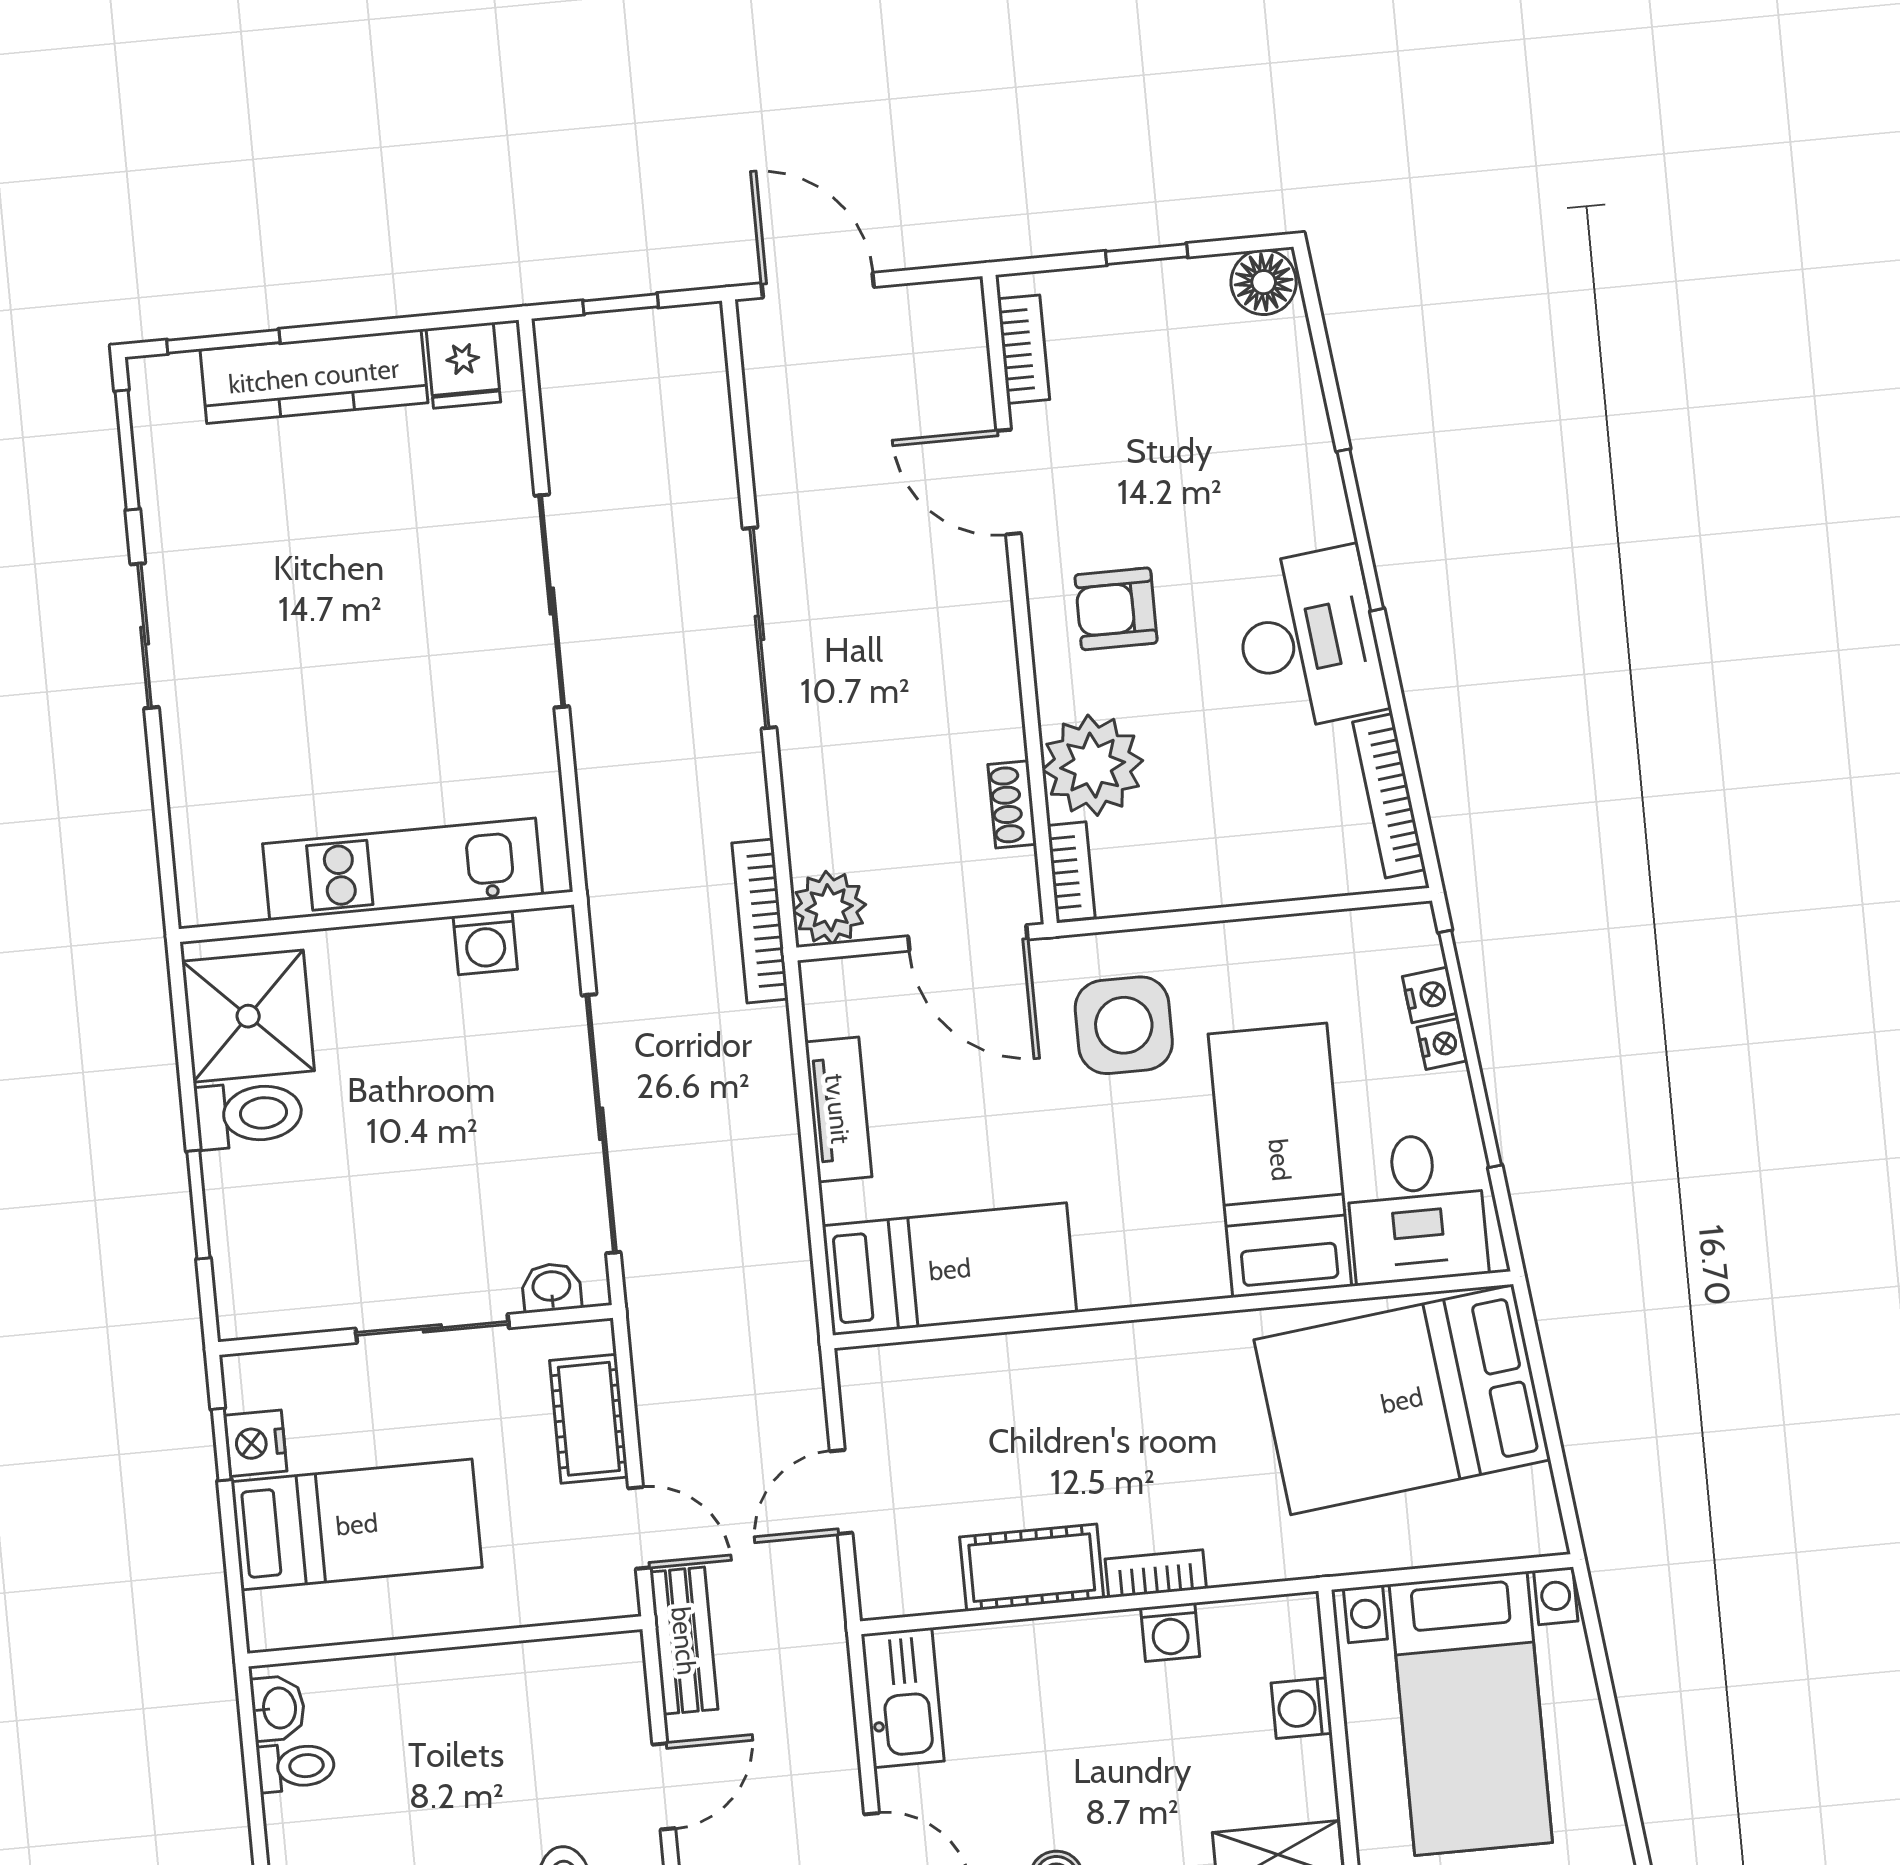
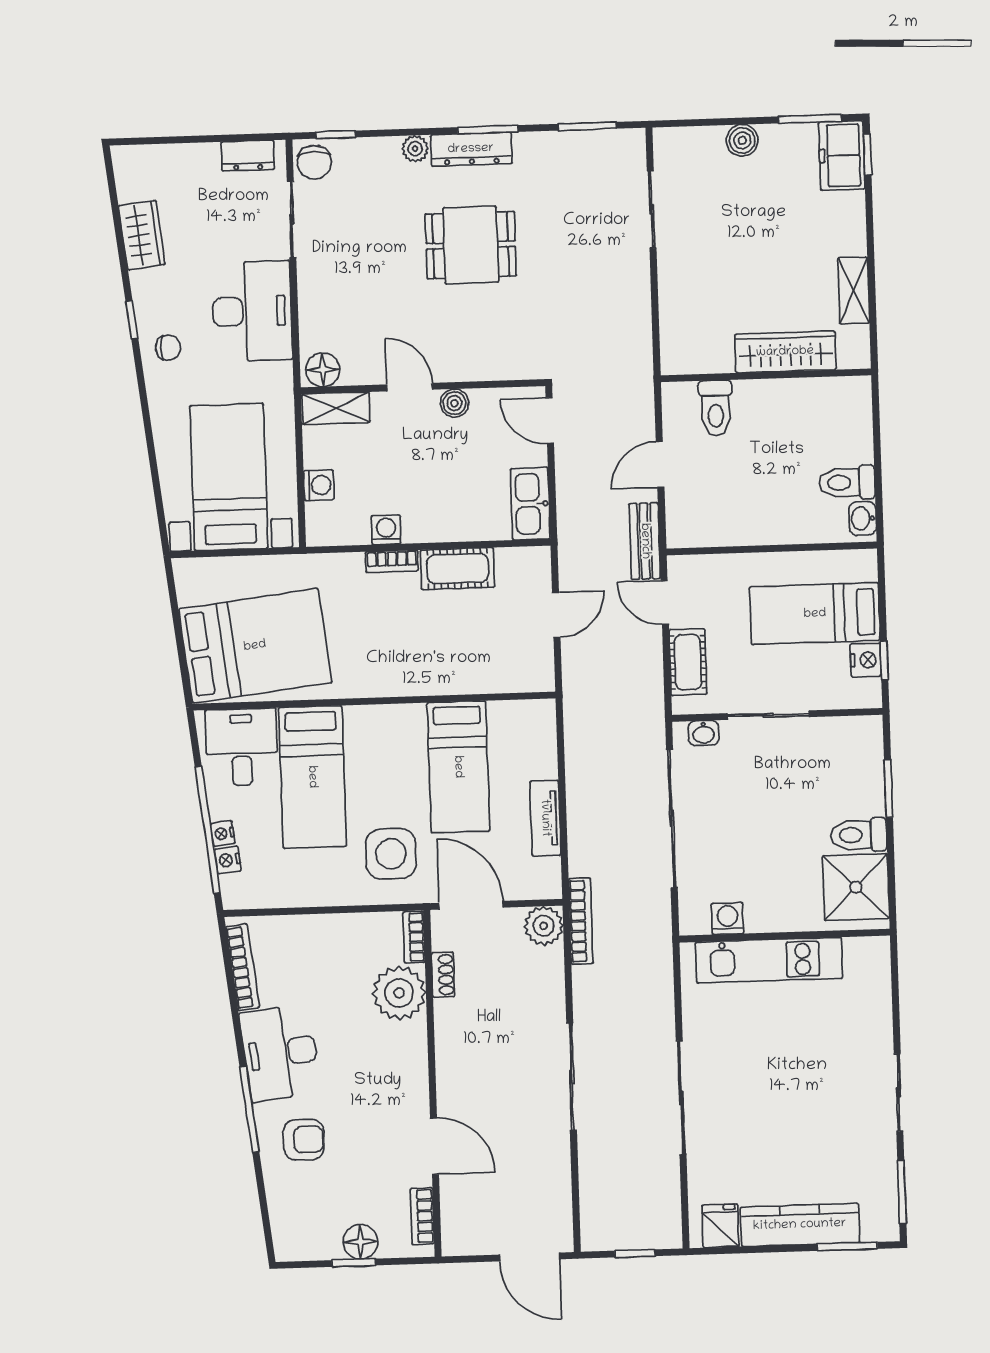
floor lamp: (1264, 282) -> (360, 1242), moved
armchair: (1116, 609) -> (304, 1140), moved
bed: (950, 1269) -> (458, 767), moved, turned -90
toilet: (296, 1767) -> (847, 482), width x1.37, depth x1.39

